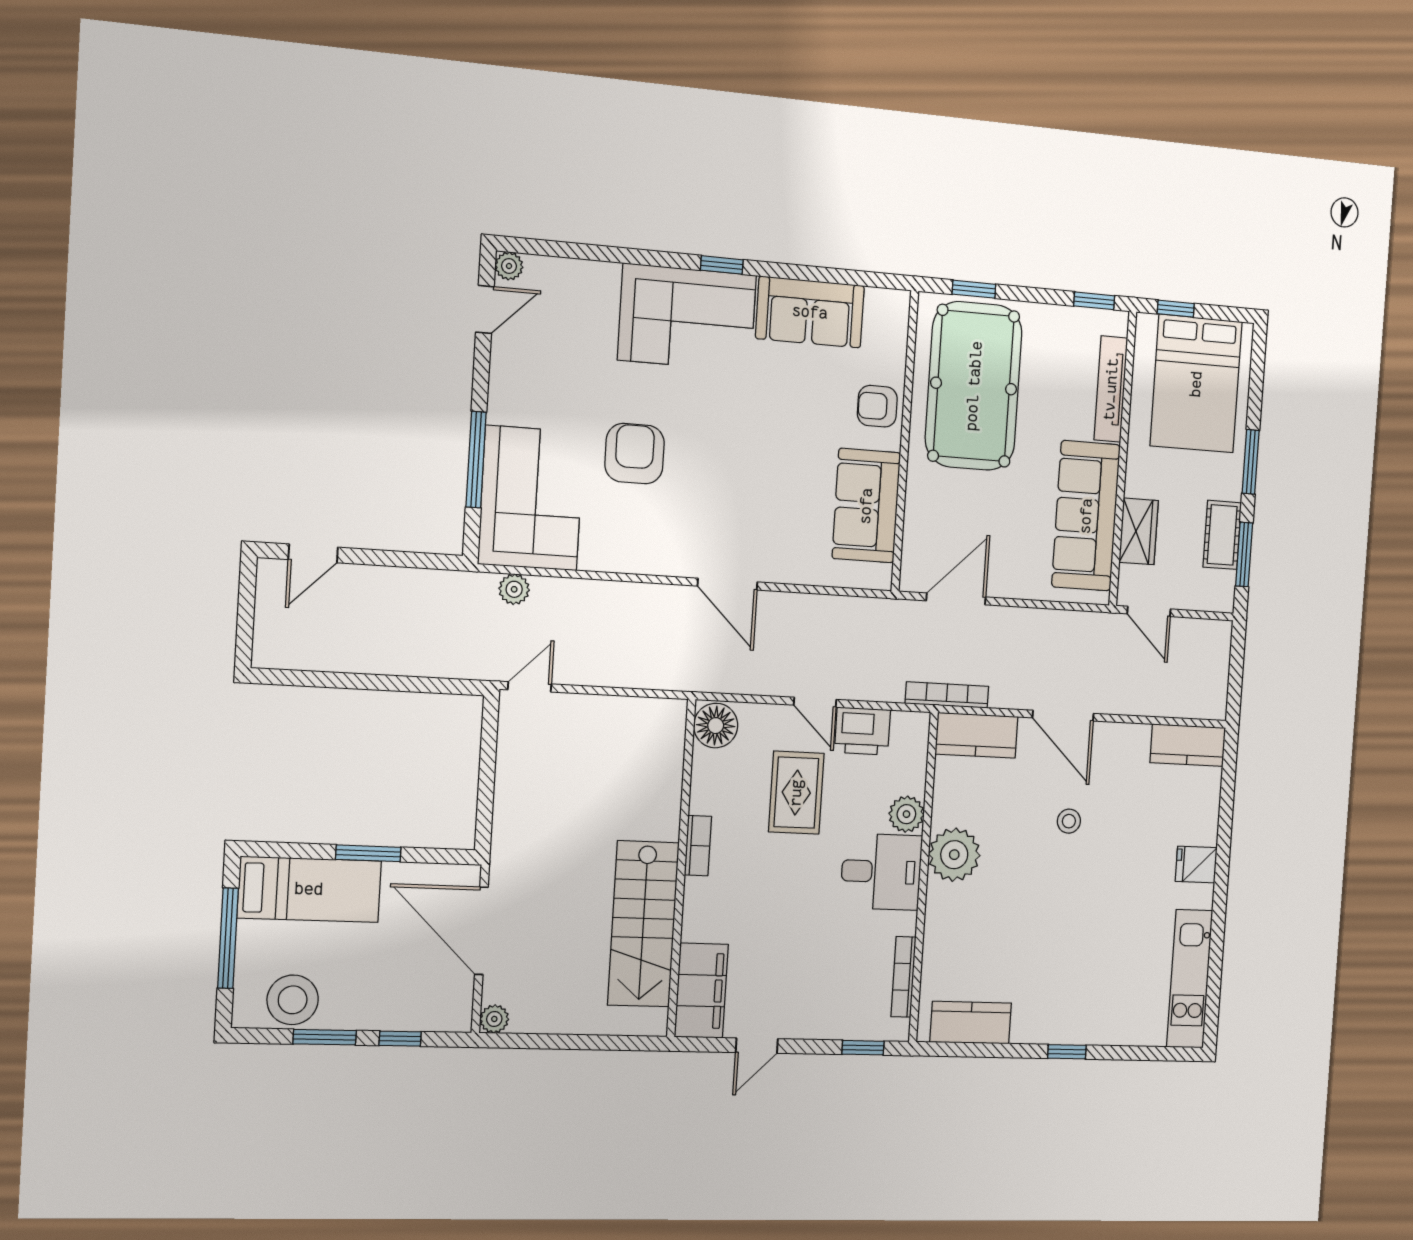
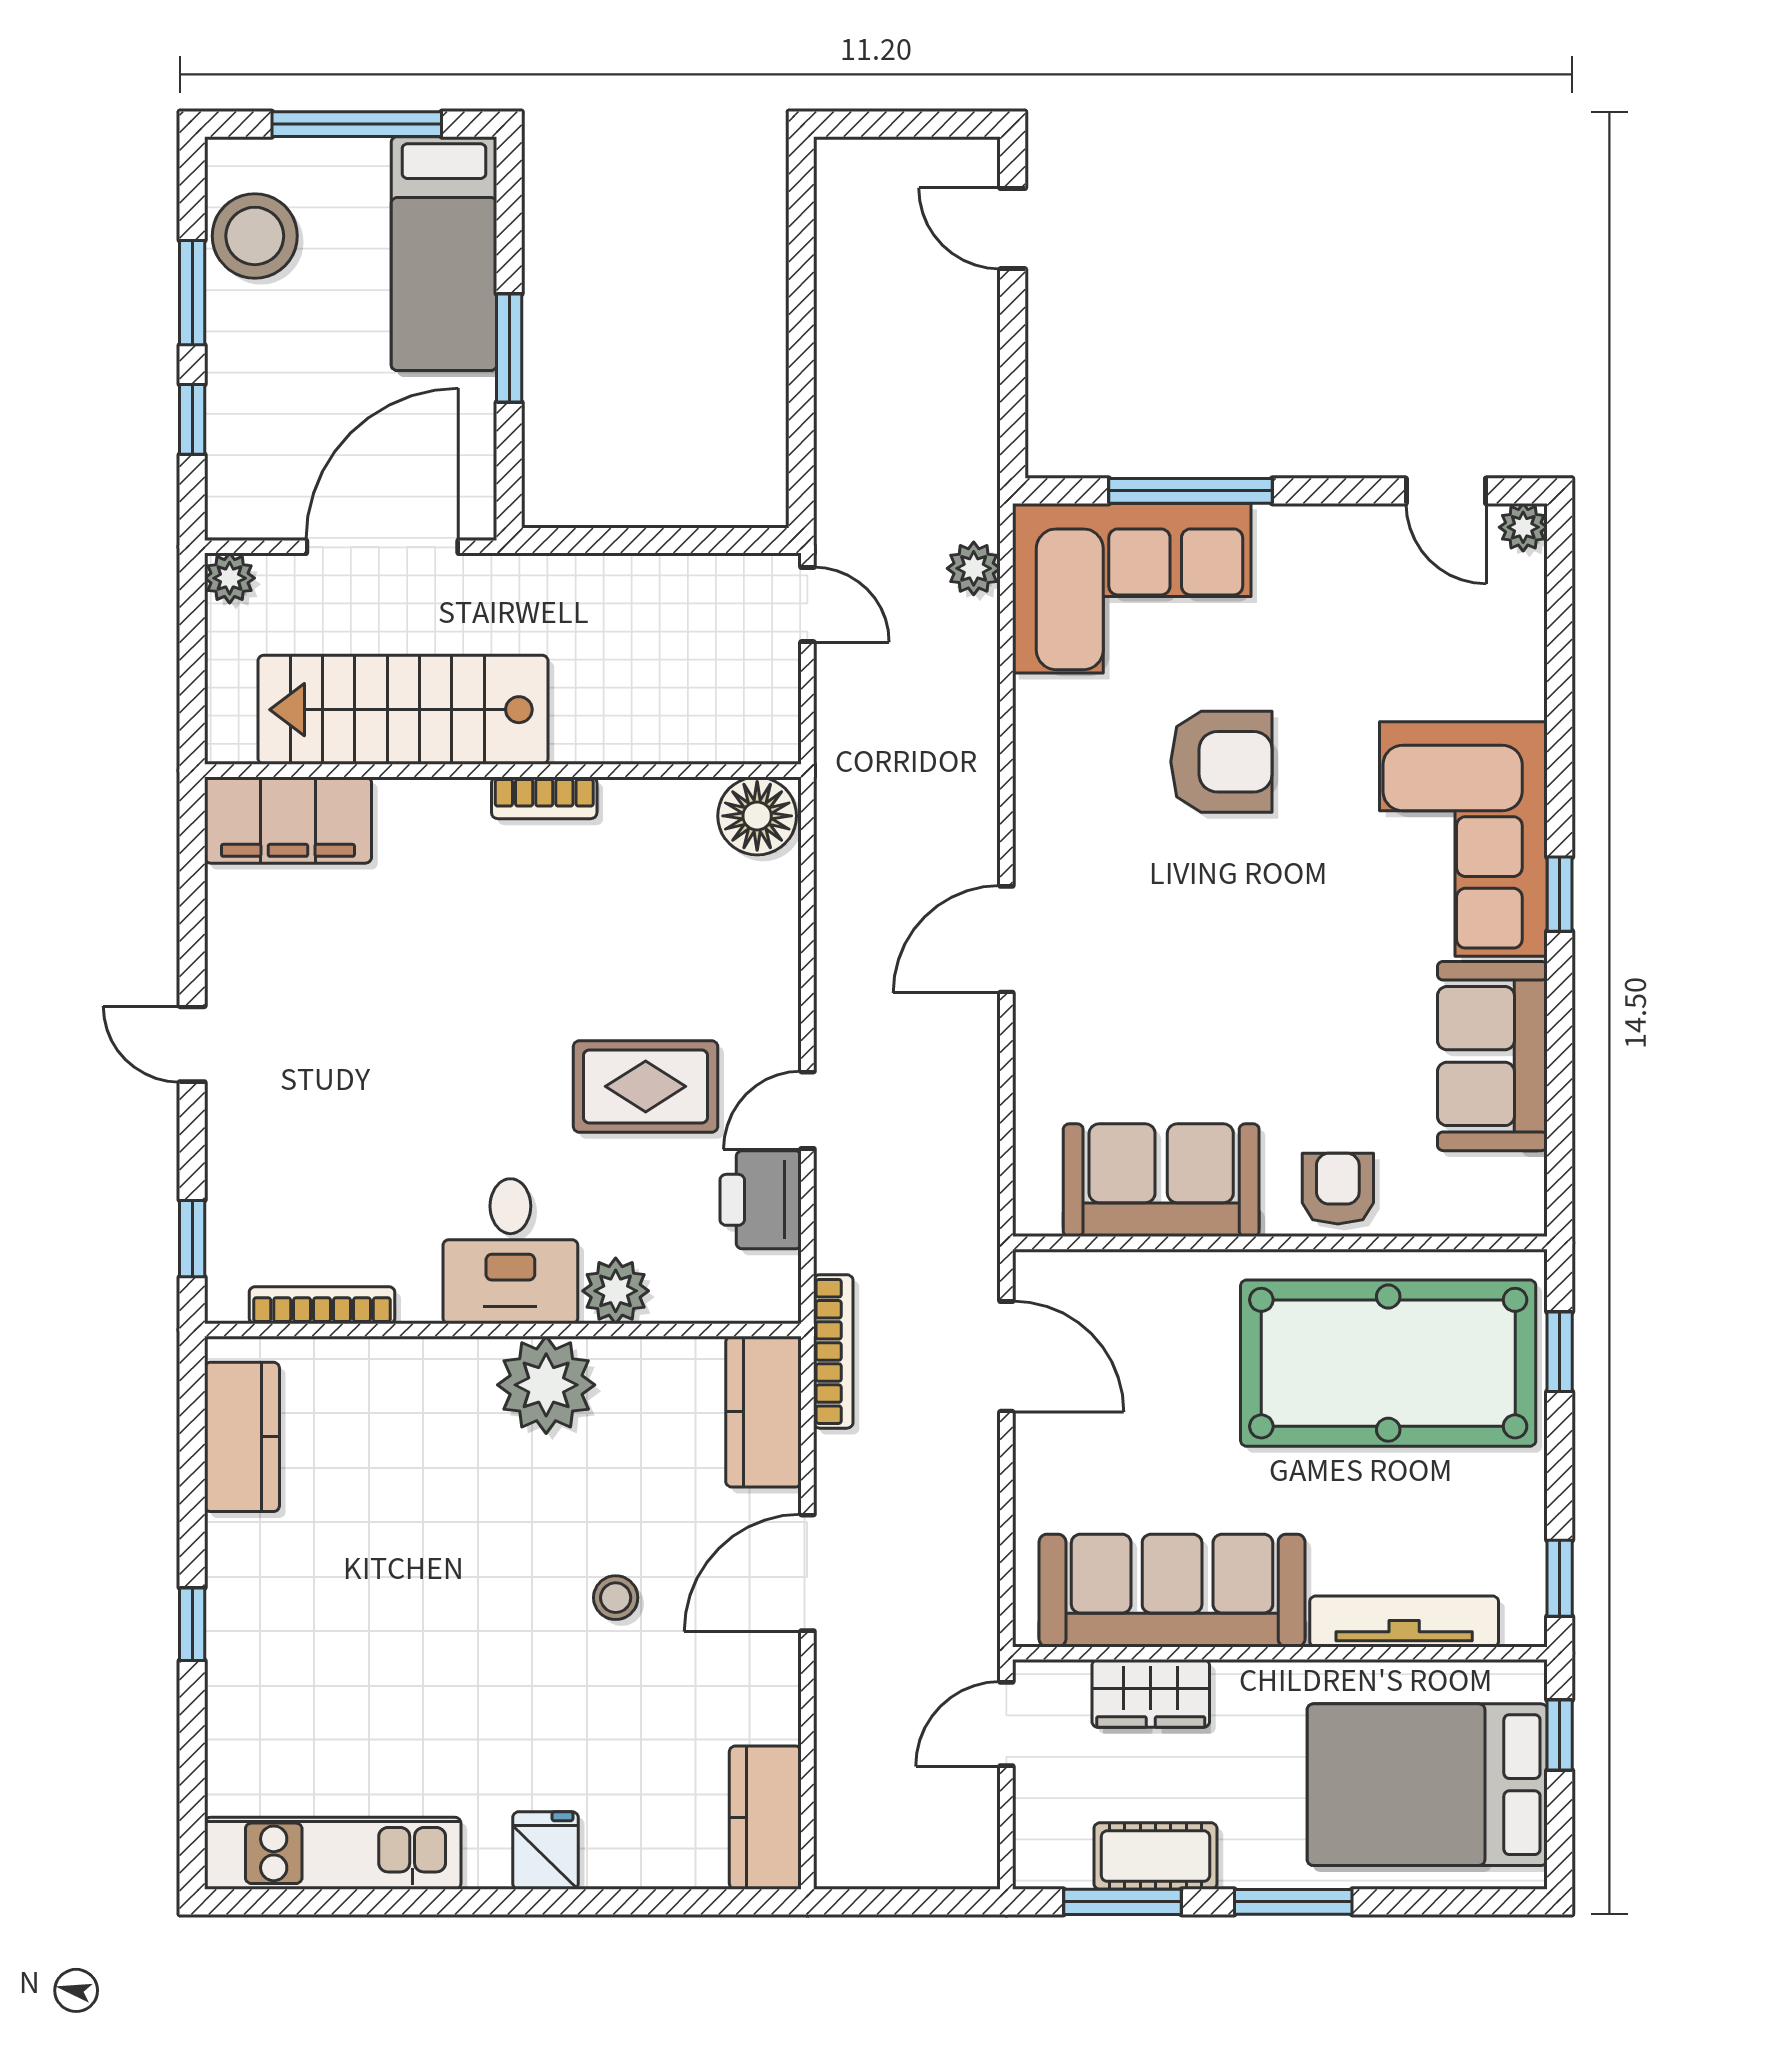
floor lamp: (716, 726) -> (757, 816), moved
bookcase: (698, 846) -> (544, 798), moved
wall: (681, 868) -> (503, 771), moved
stairs: (643, 924) -> (403, 710), moved
filing cabinet: (701, 991) -> (288, 820), moved

